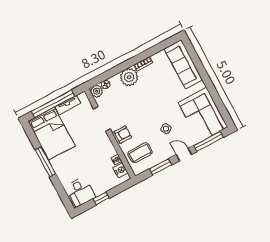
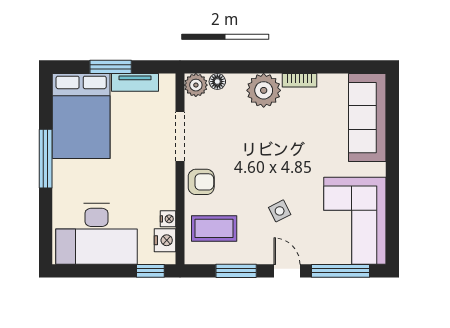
window: (53, 104) -> (111, 67), width x0.47
desk: (80, 192) -> (97, 234), width x1.87, depth x1.30
window: (101, 198) -> (150, 271), moved

